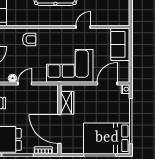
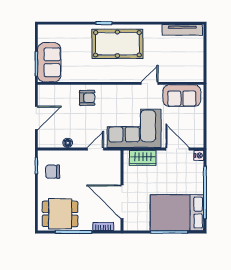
sofa: (120, 44) -> (182, 96), moved, turned -90
door: (25, 84) -> (95, 149), moved
door: (107, 84) -> (178, 149), hinge flipped
wardrobe: (67, 103) -> (143, 158), moved, turned 90

